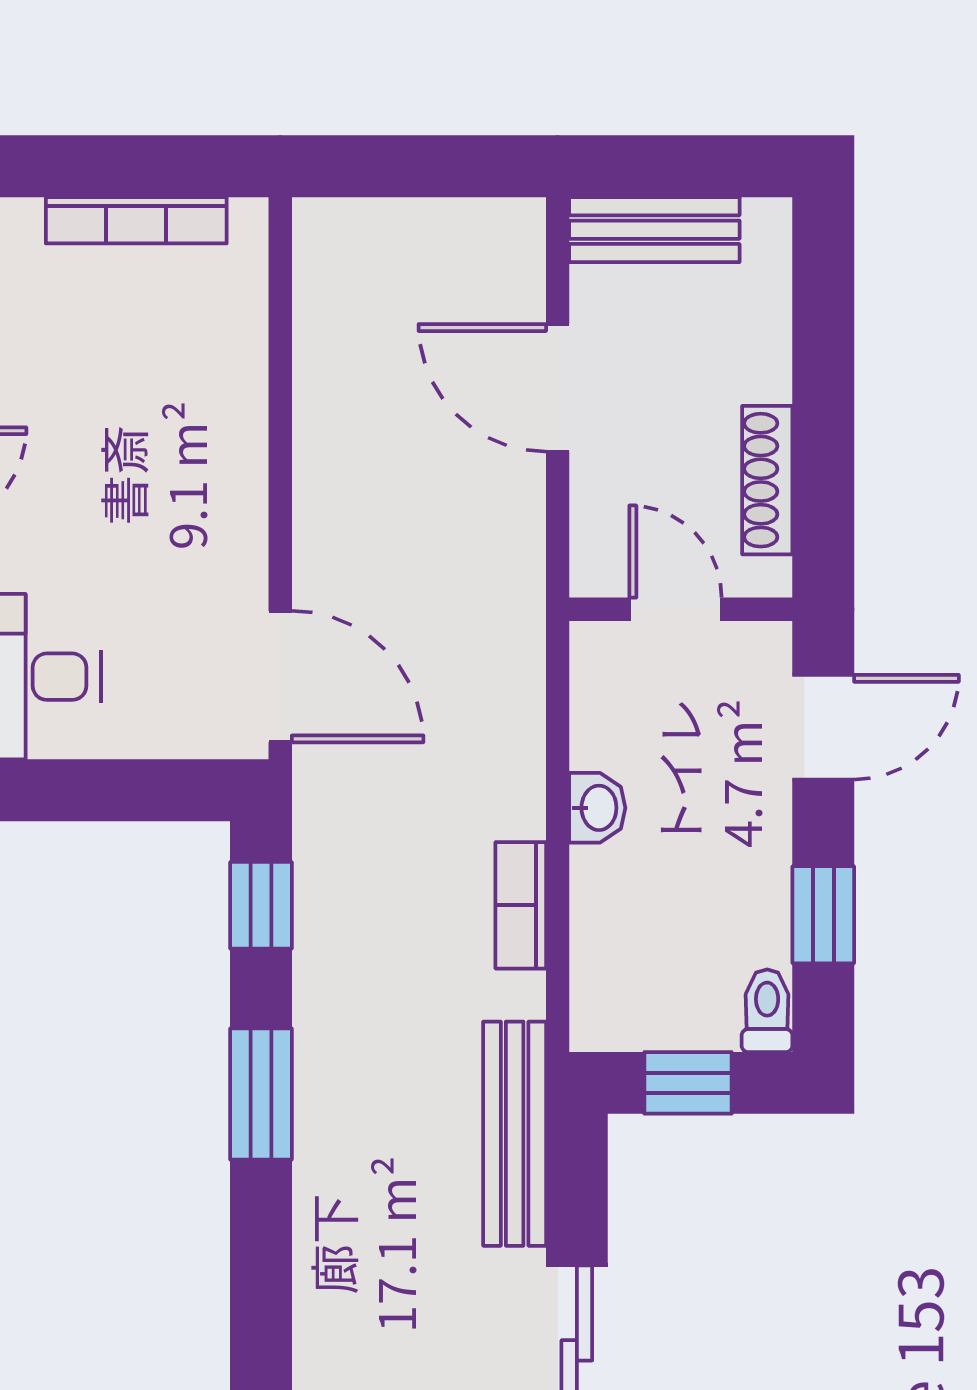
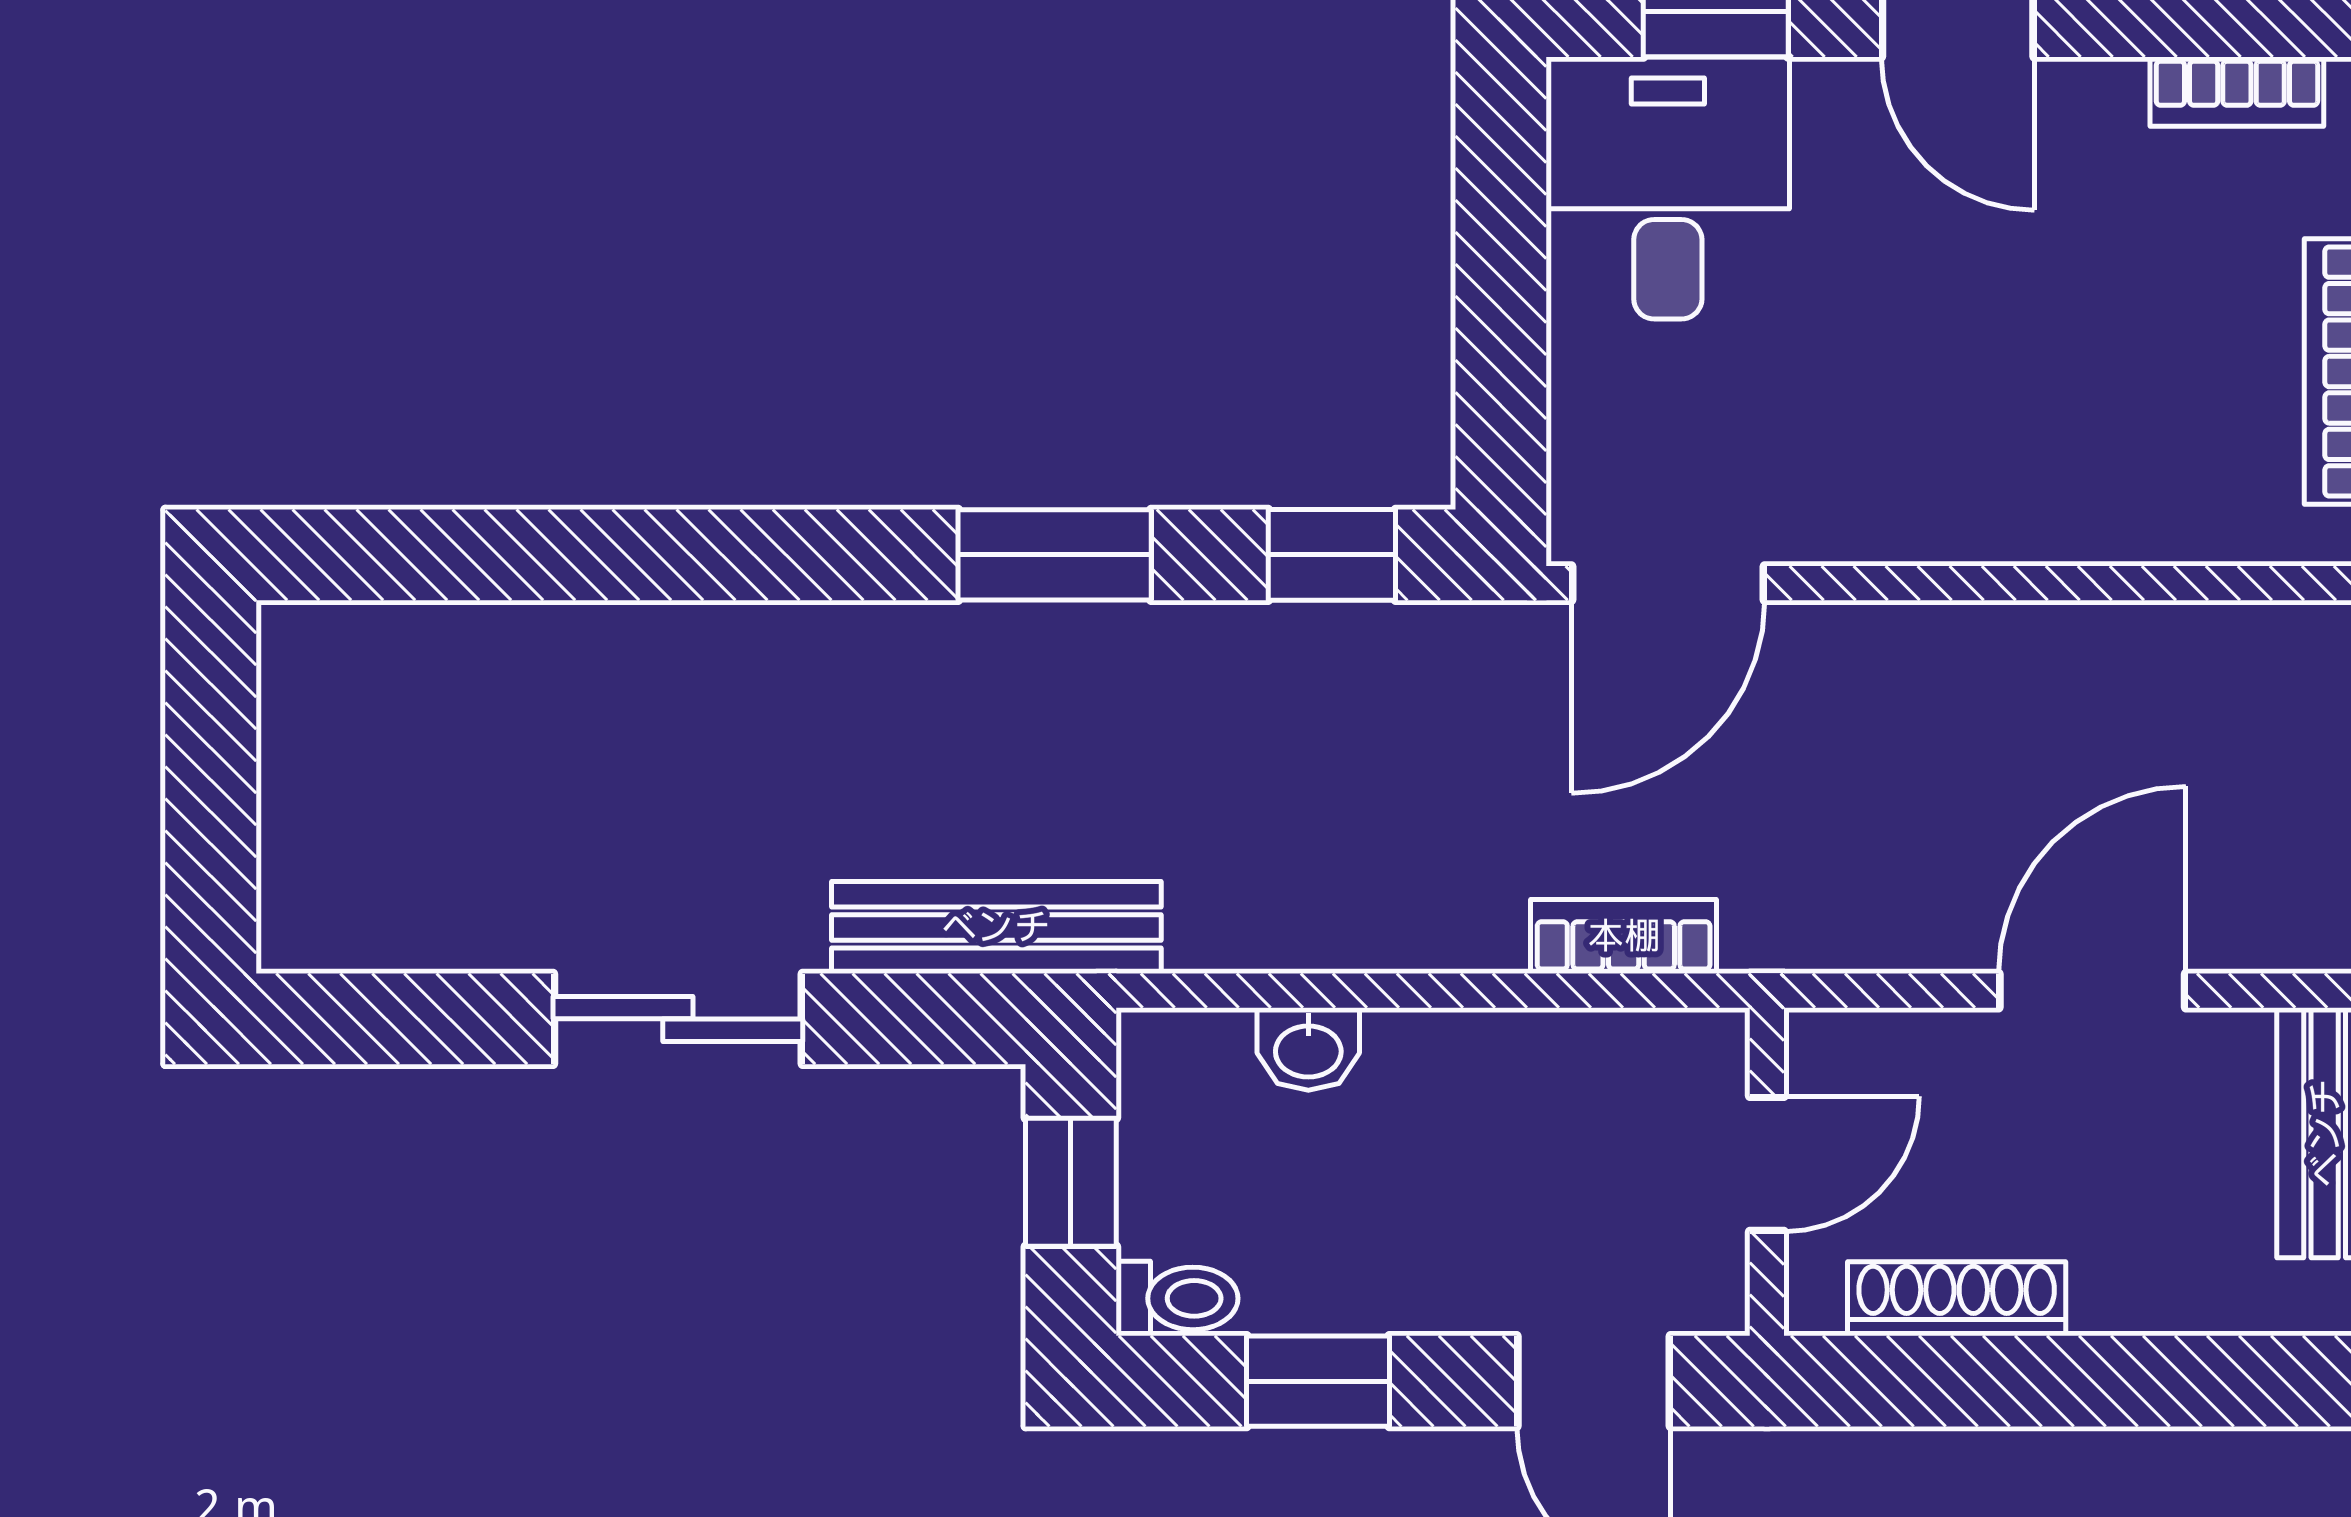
washbasin: (597, 808) -> (1308, 1049), moved
bookcase: (521, 905) -> (1624, 936), moved

